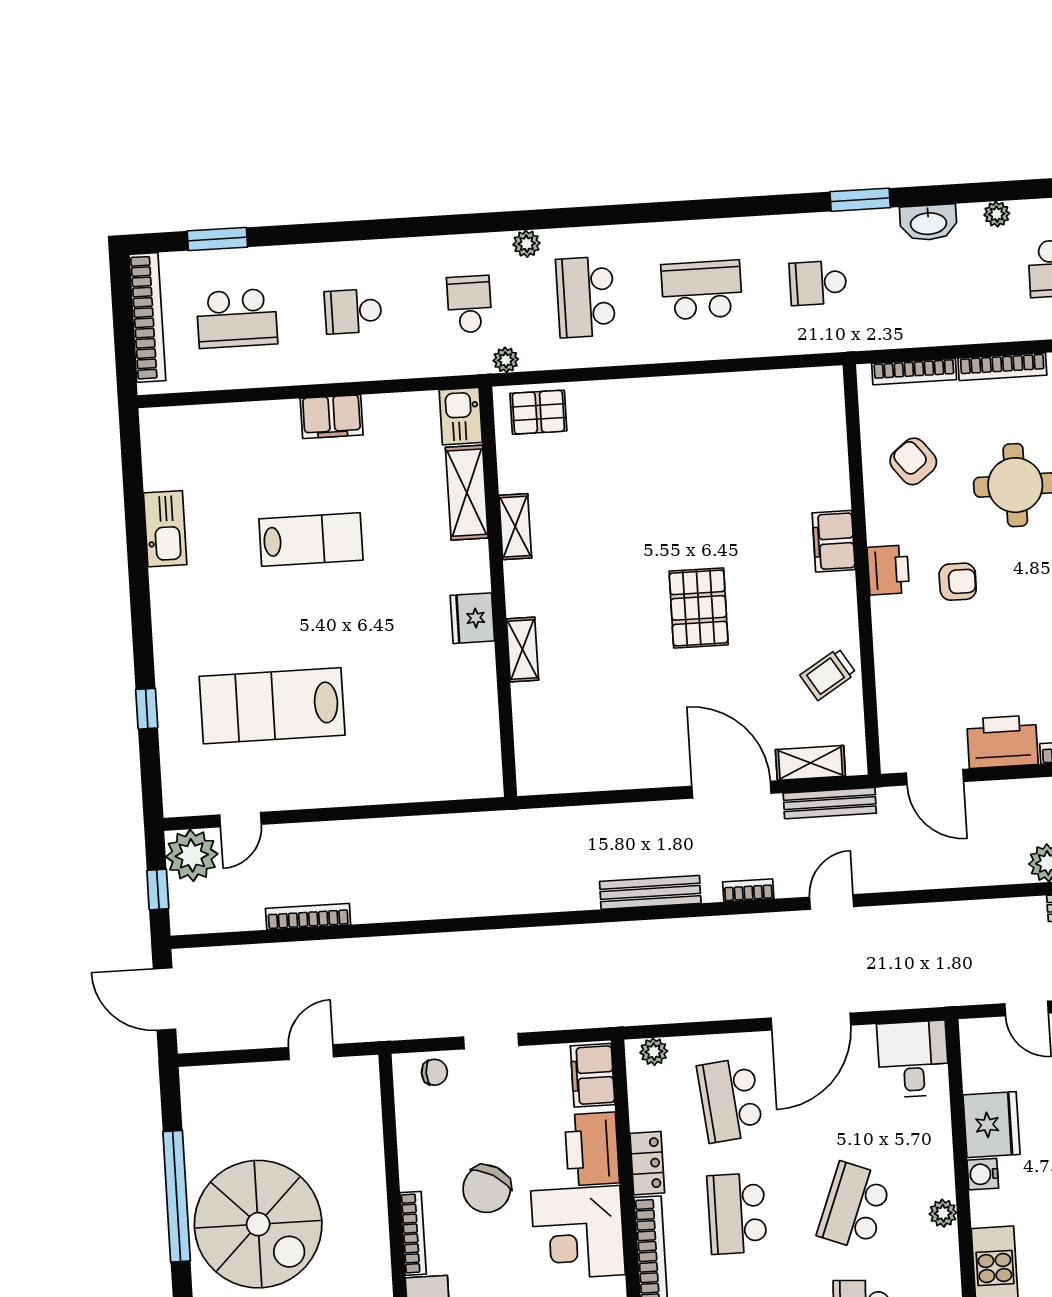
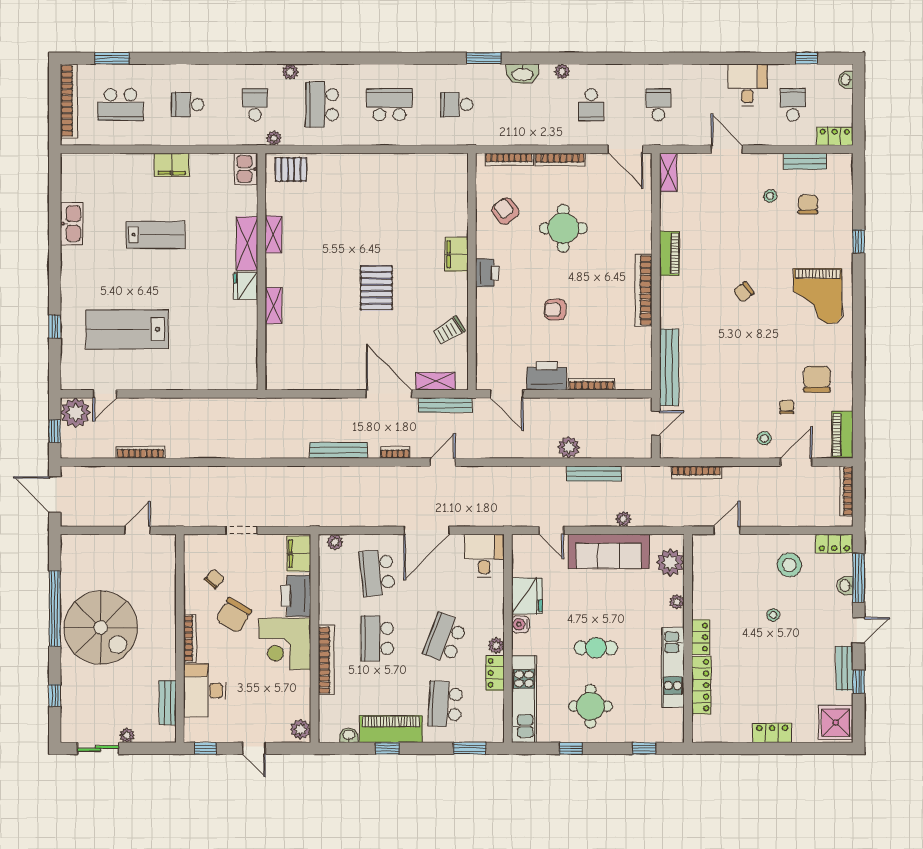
shelving: (467, 493) -> (247, 244), moved
armchair: (958, 582) -> (555, 310), moved, turned 180
chair: (434, 1072) -> (214, 579), moved, turned -48
locker: (647, 1163) -> (495, 673), moved, turned 180

